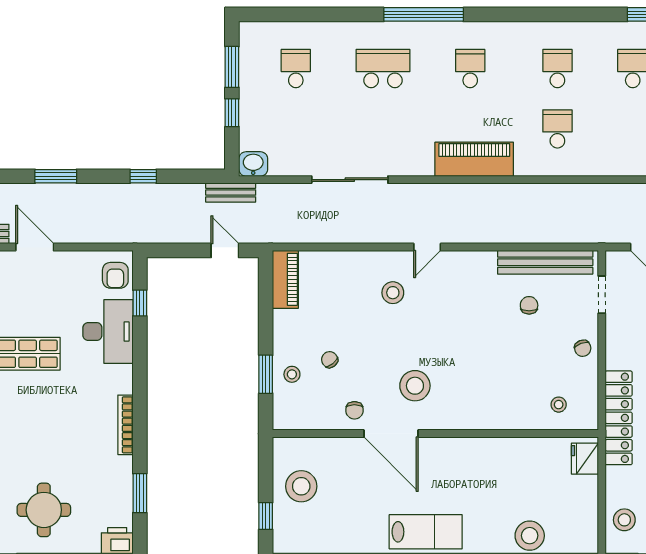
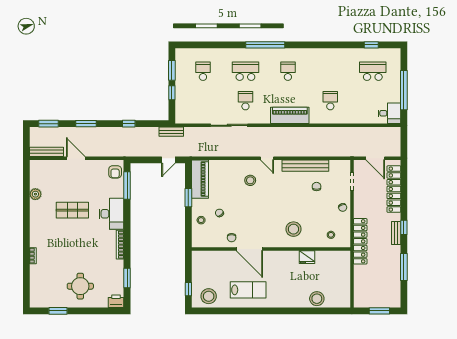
school desk: (557, 69) -> (245, 101), moved
washbasin: (253, 164) -> (182, 118), removed
door: (427, 247) -> (267, 158), hinge flipped
door: (225, 250) -> (168, 160), swing flipped
bench: (545, 262) -> (305, 166), moved
piano: (285, 279) -> (200, 179), width x1.37, depth x1.33
window: (140, 303) -> (127, 185), width x2.17
desk: (108, 332) -> (112, 214), moved
window: (266, 374) -> (188, 198), moved
stool: (415, 386) -> (293, 229), moved
fridge: (585, 459) -> (307, 257), moved, turned -90
stool: (301, 486) -> (209, 296), moved
stool: (624, 520) -> (363, 291), removed
lab bench: (426, 532) -> (248, 290), moved

